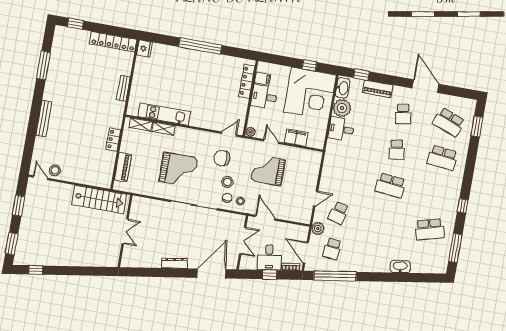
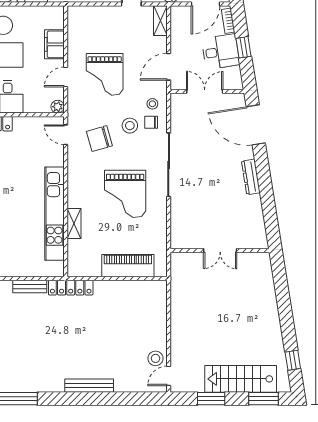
kitchen unit: (164, 114) -> (54, 214), width x1.36
shelving: (141, 125) -> (160, 21), moved
locker: (113, 140) -> (71, 288), moved, width x1.53
chair: (222, 158) -> (99, 139), turned 74
piano: (123, 167) -> (128, 266), width x1.37, depth x1.33
grand piano: (178, 170) -> (125, 194), turned 180
stairs: (99, 199) -> (241, 379), moved, turned -90
double door: (125, 231) -> (220, 250), swing flipped

